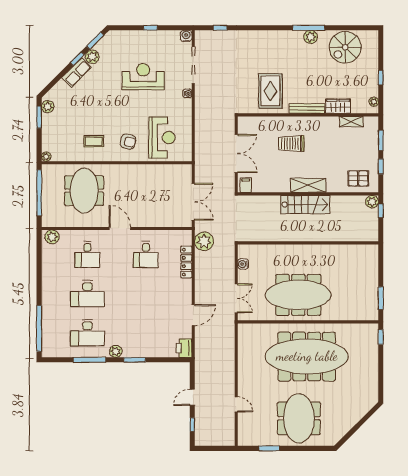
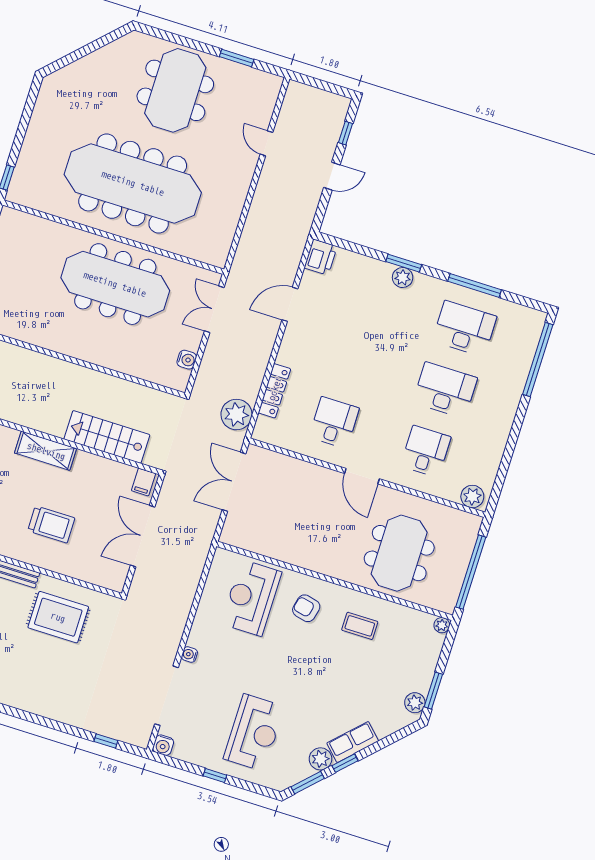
reception desk: (143, 77) -> (254, 733), moved, turned -90
rug: (270, 91) -> (58, 617), turned 90
stairs: (305, 205) -> (107, 437), moved
plant: (116, 351) -> (403, 277), moved

